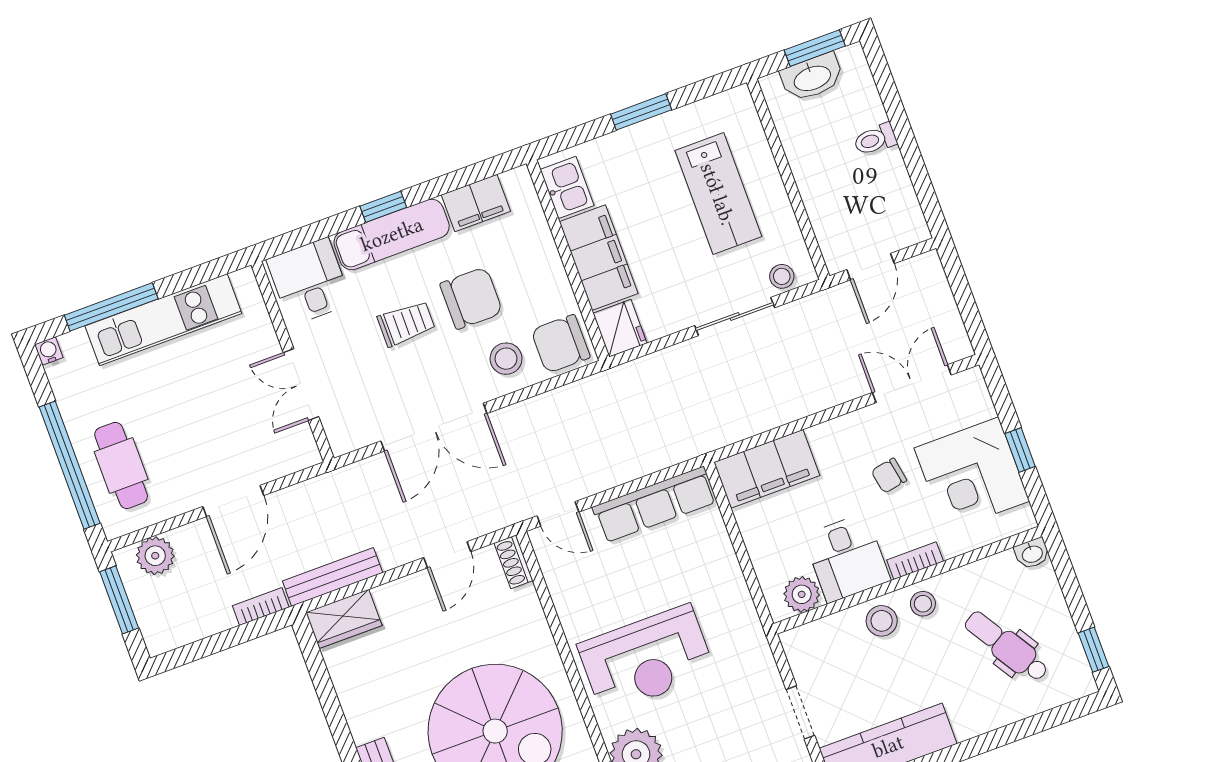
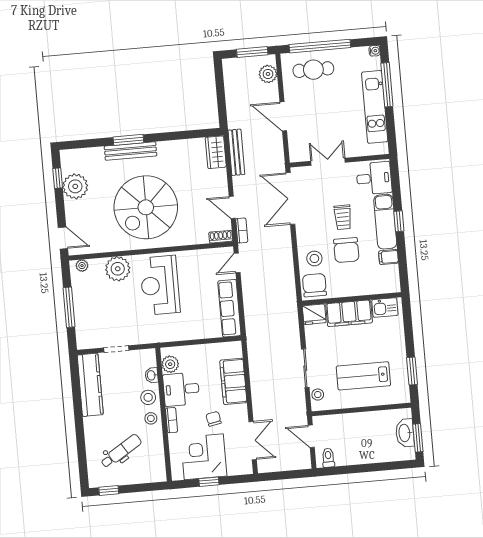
window: (641, 112) -> (412, 371), moved
toilet: (875, 139) -> (328, 458), moved
filing cabinet: (476, 203) -> (389, 257), width x0.50
double door: (434, 427) -> (290, 198), moved
filing cabinet: (767, 469) -> (233, 381), moved
washbasin: (1032, 553) -> (152, 375), moved
bookcase: (261, 607) -> (242, 230), moved

